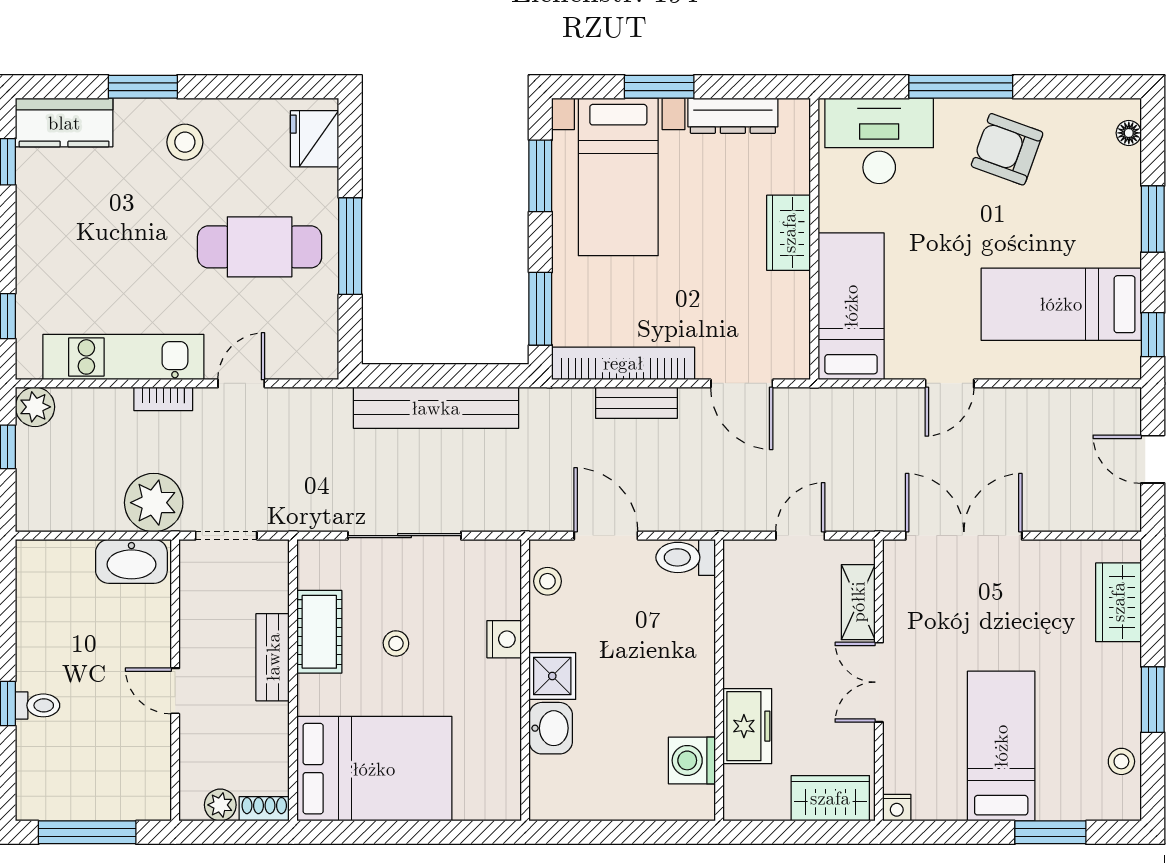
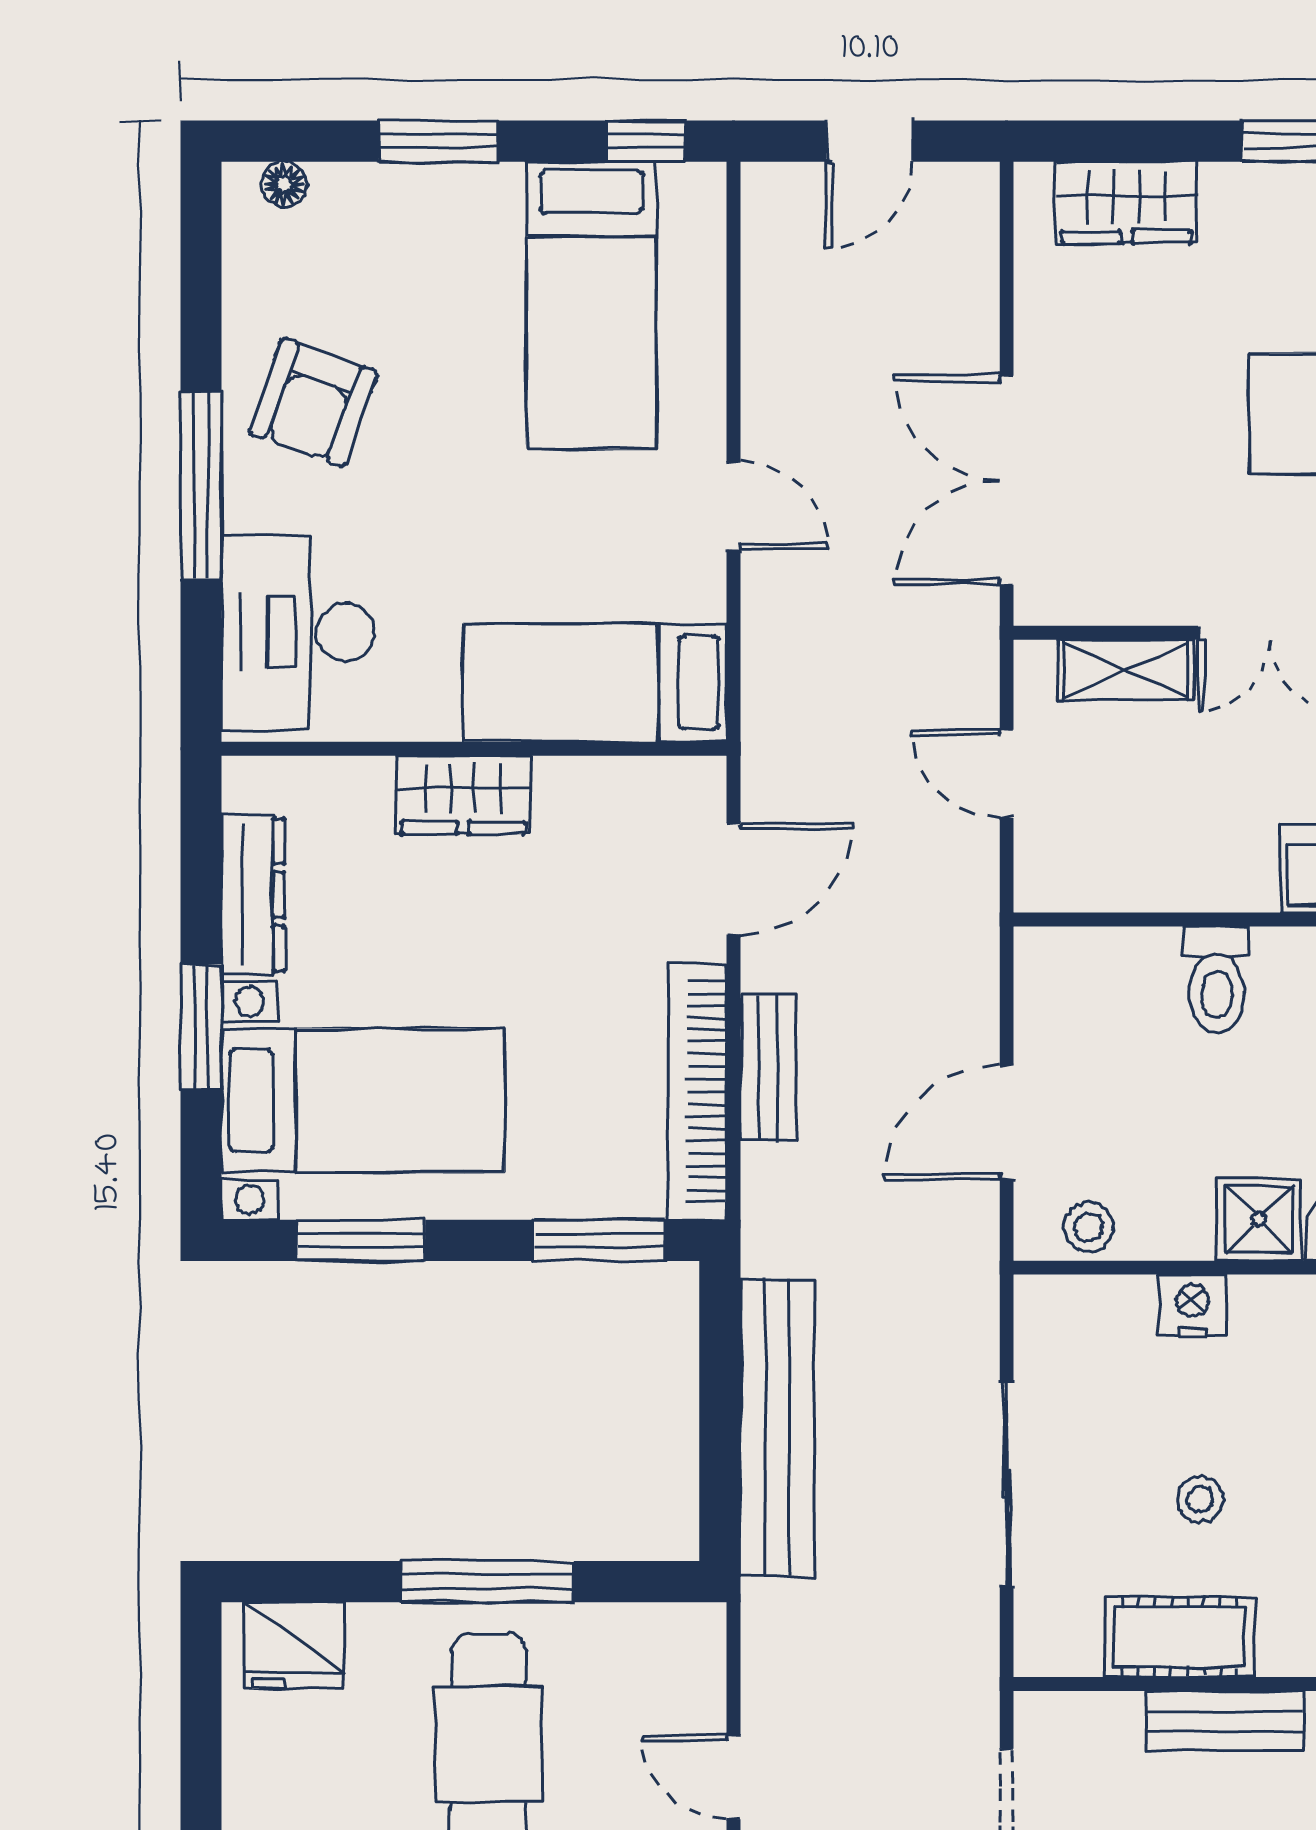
toilet: (686, 557) -> (1217, 980), moved

